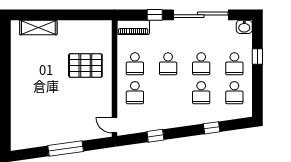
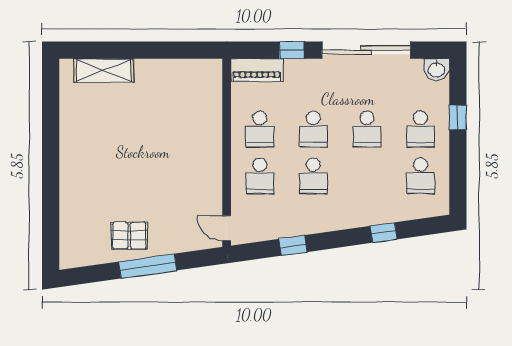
pallet: (85, 66) -> (129, 236), moved, width x0.67, depth x0.71
school desk: (201, 93) -> (313, 176), moved

